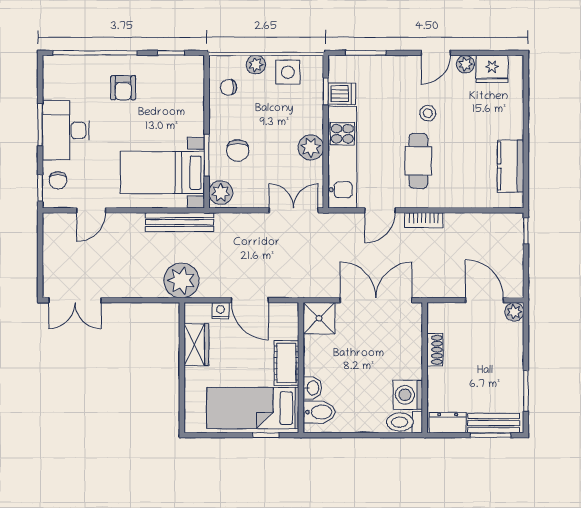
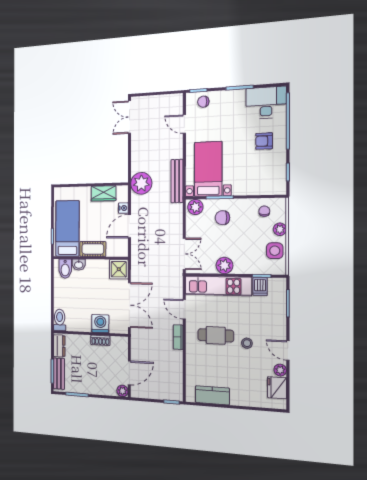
desk: (66, 130) -> (266, 103), moved
washing machine: (408, 395) -> (100, 324), moved

